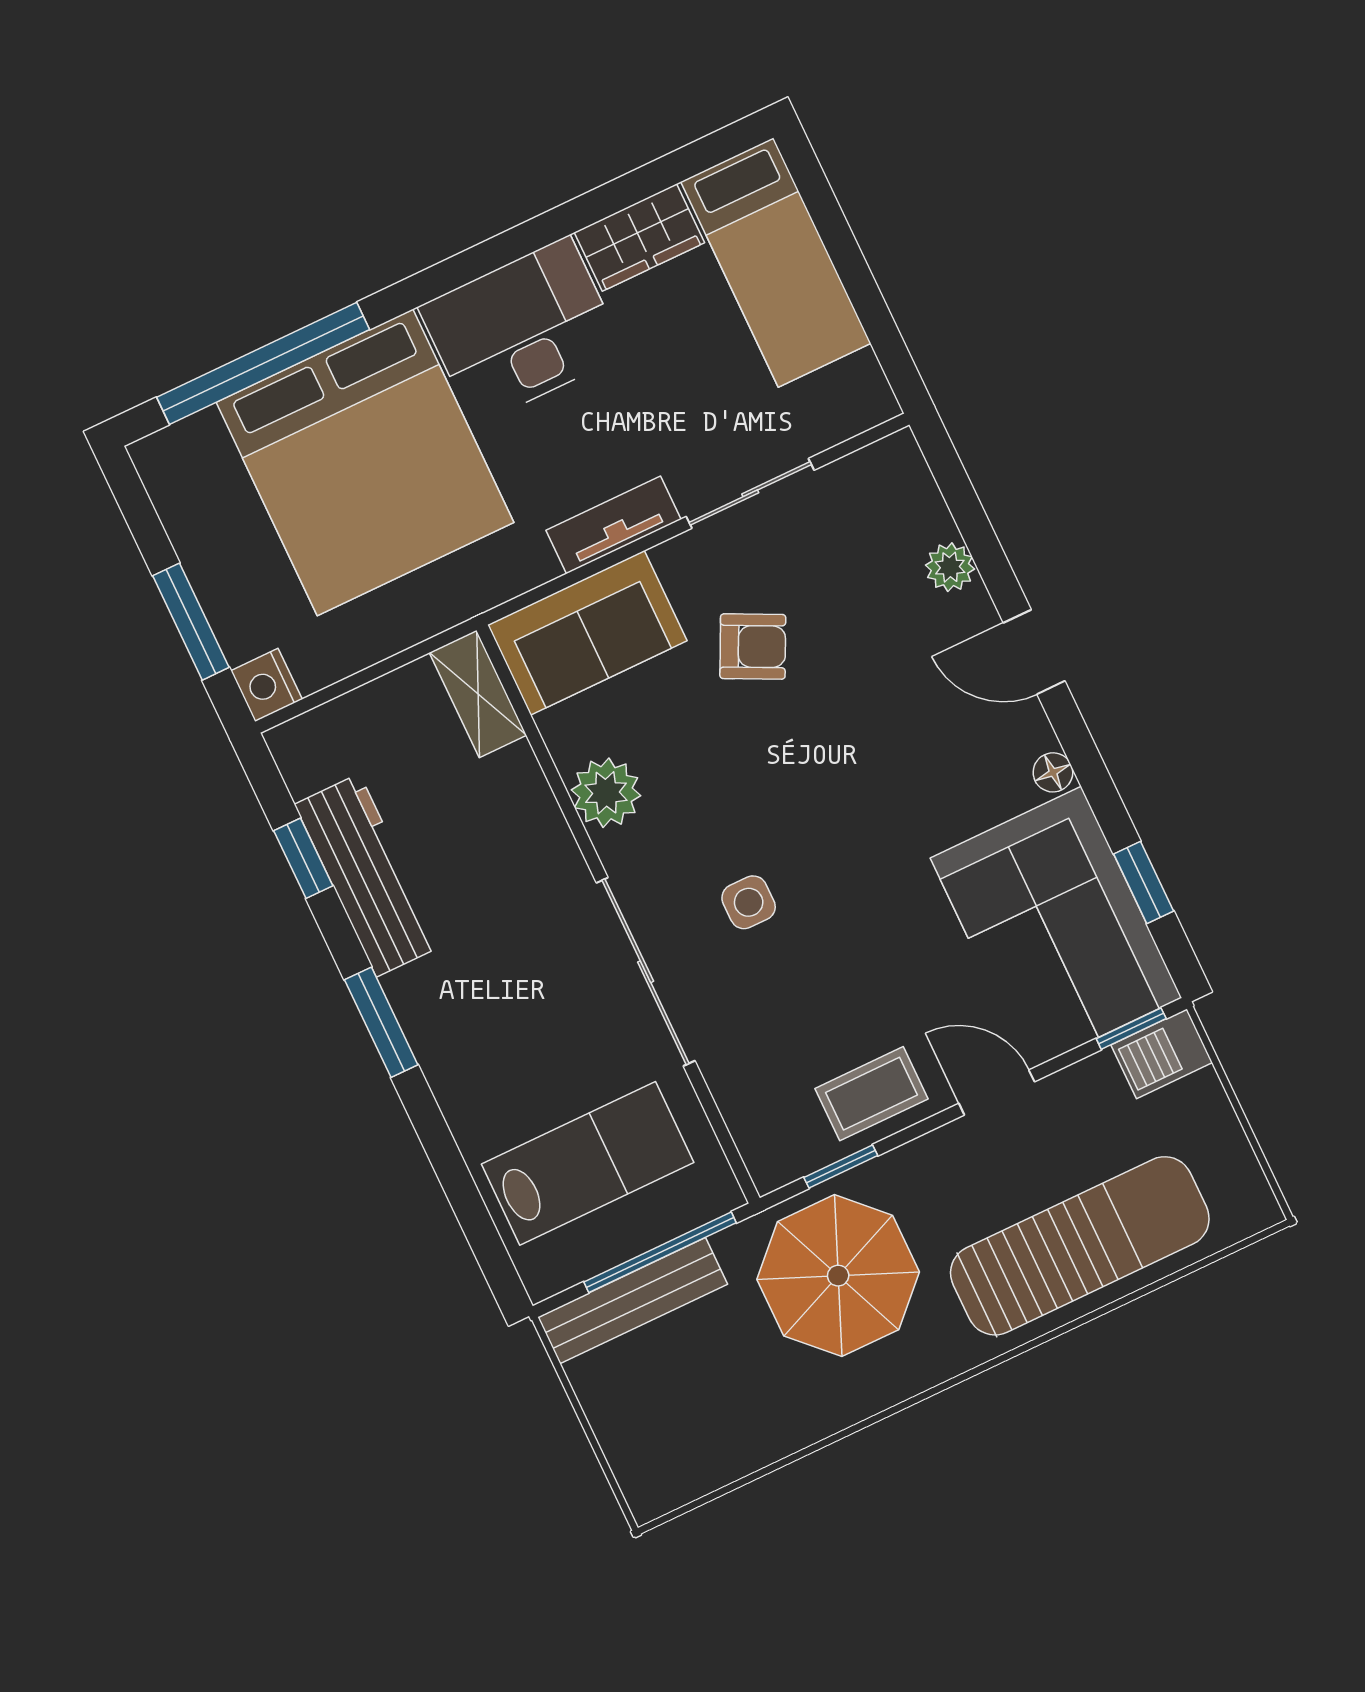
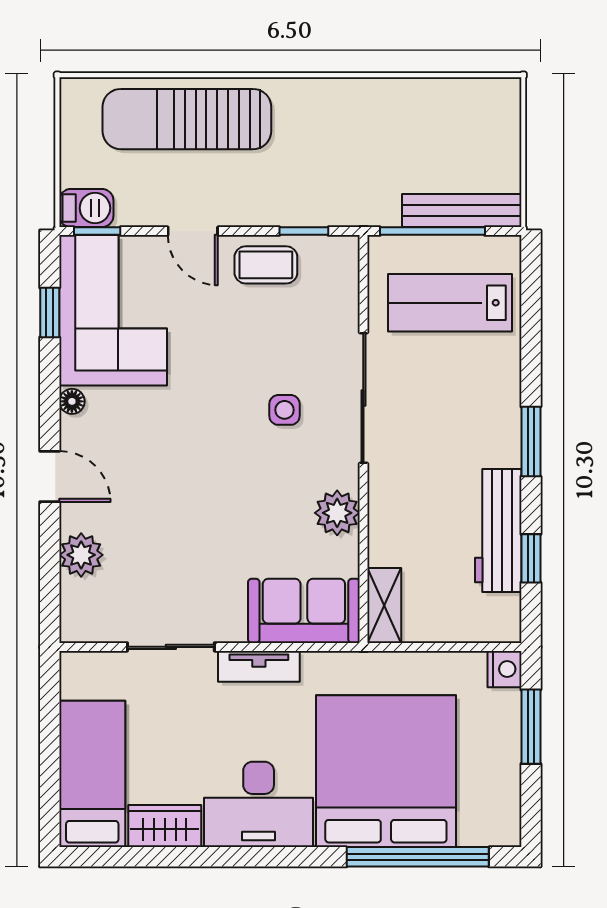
plant: (950, 567) -> (81, 555), width x1.38, depth x1.38
armchair: (753, 646) -> (212, 557), removed
parasol: (838, 1276) -> (335, 168), removed

